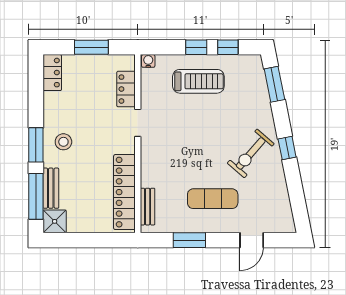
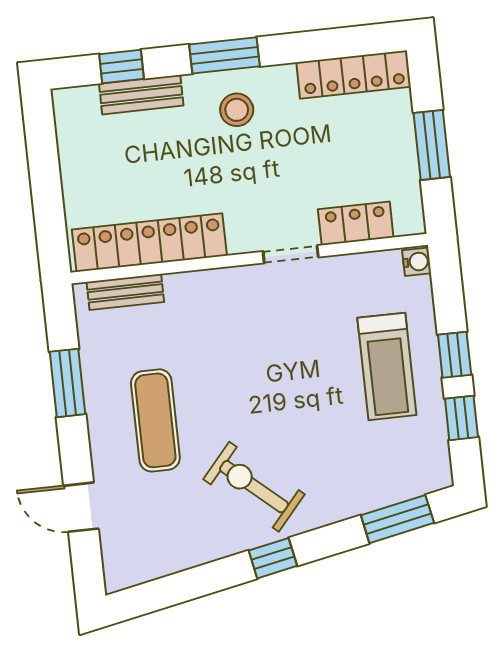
locker: (52, 73) -> (354, 74), width x1.53
window: (36, 196) -> (122, 67), width x0.46
shower: (55, 221) -> (76, 109), removed

